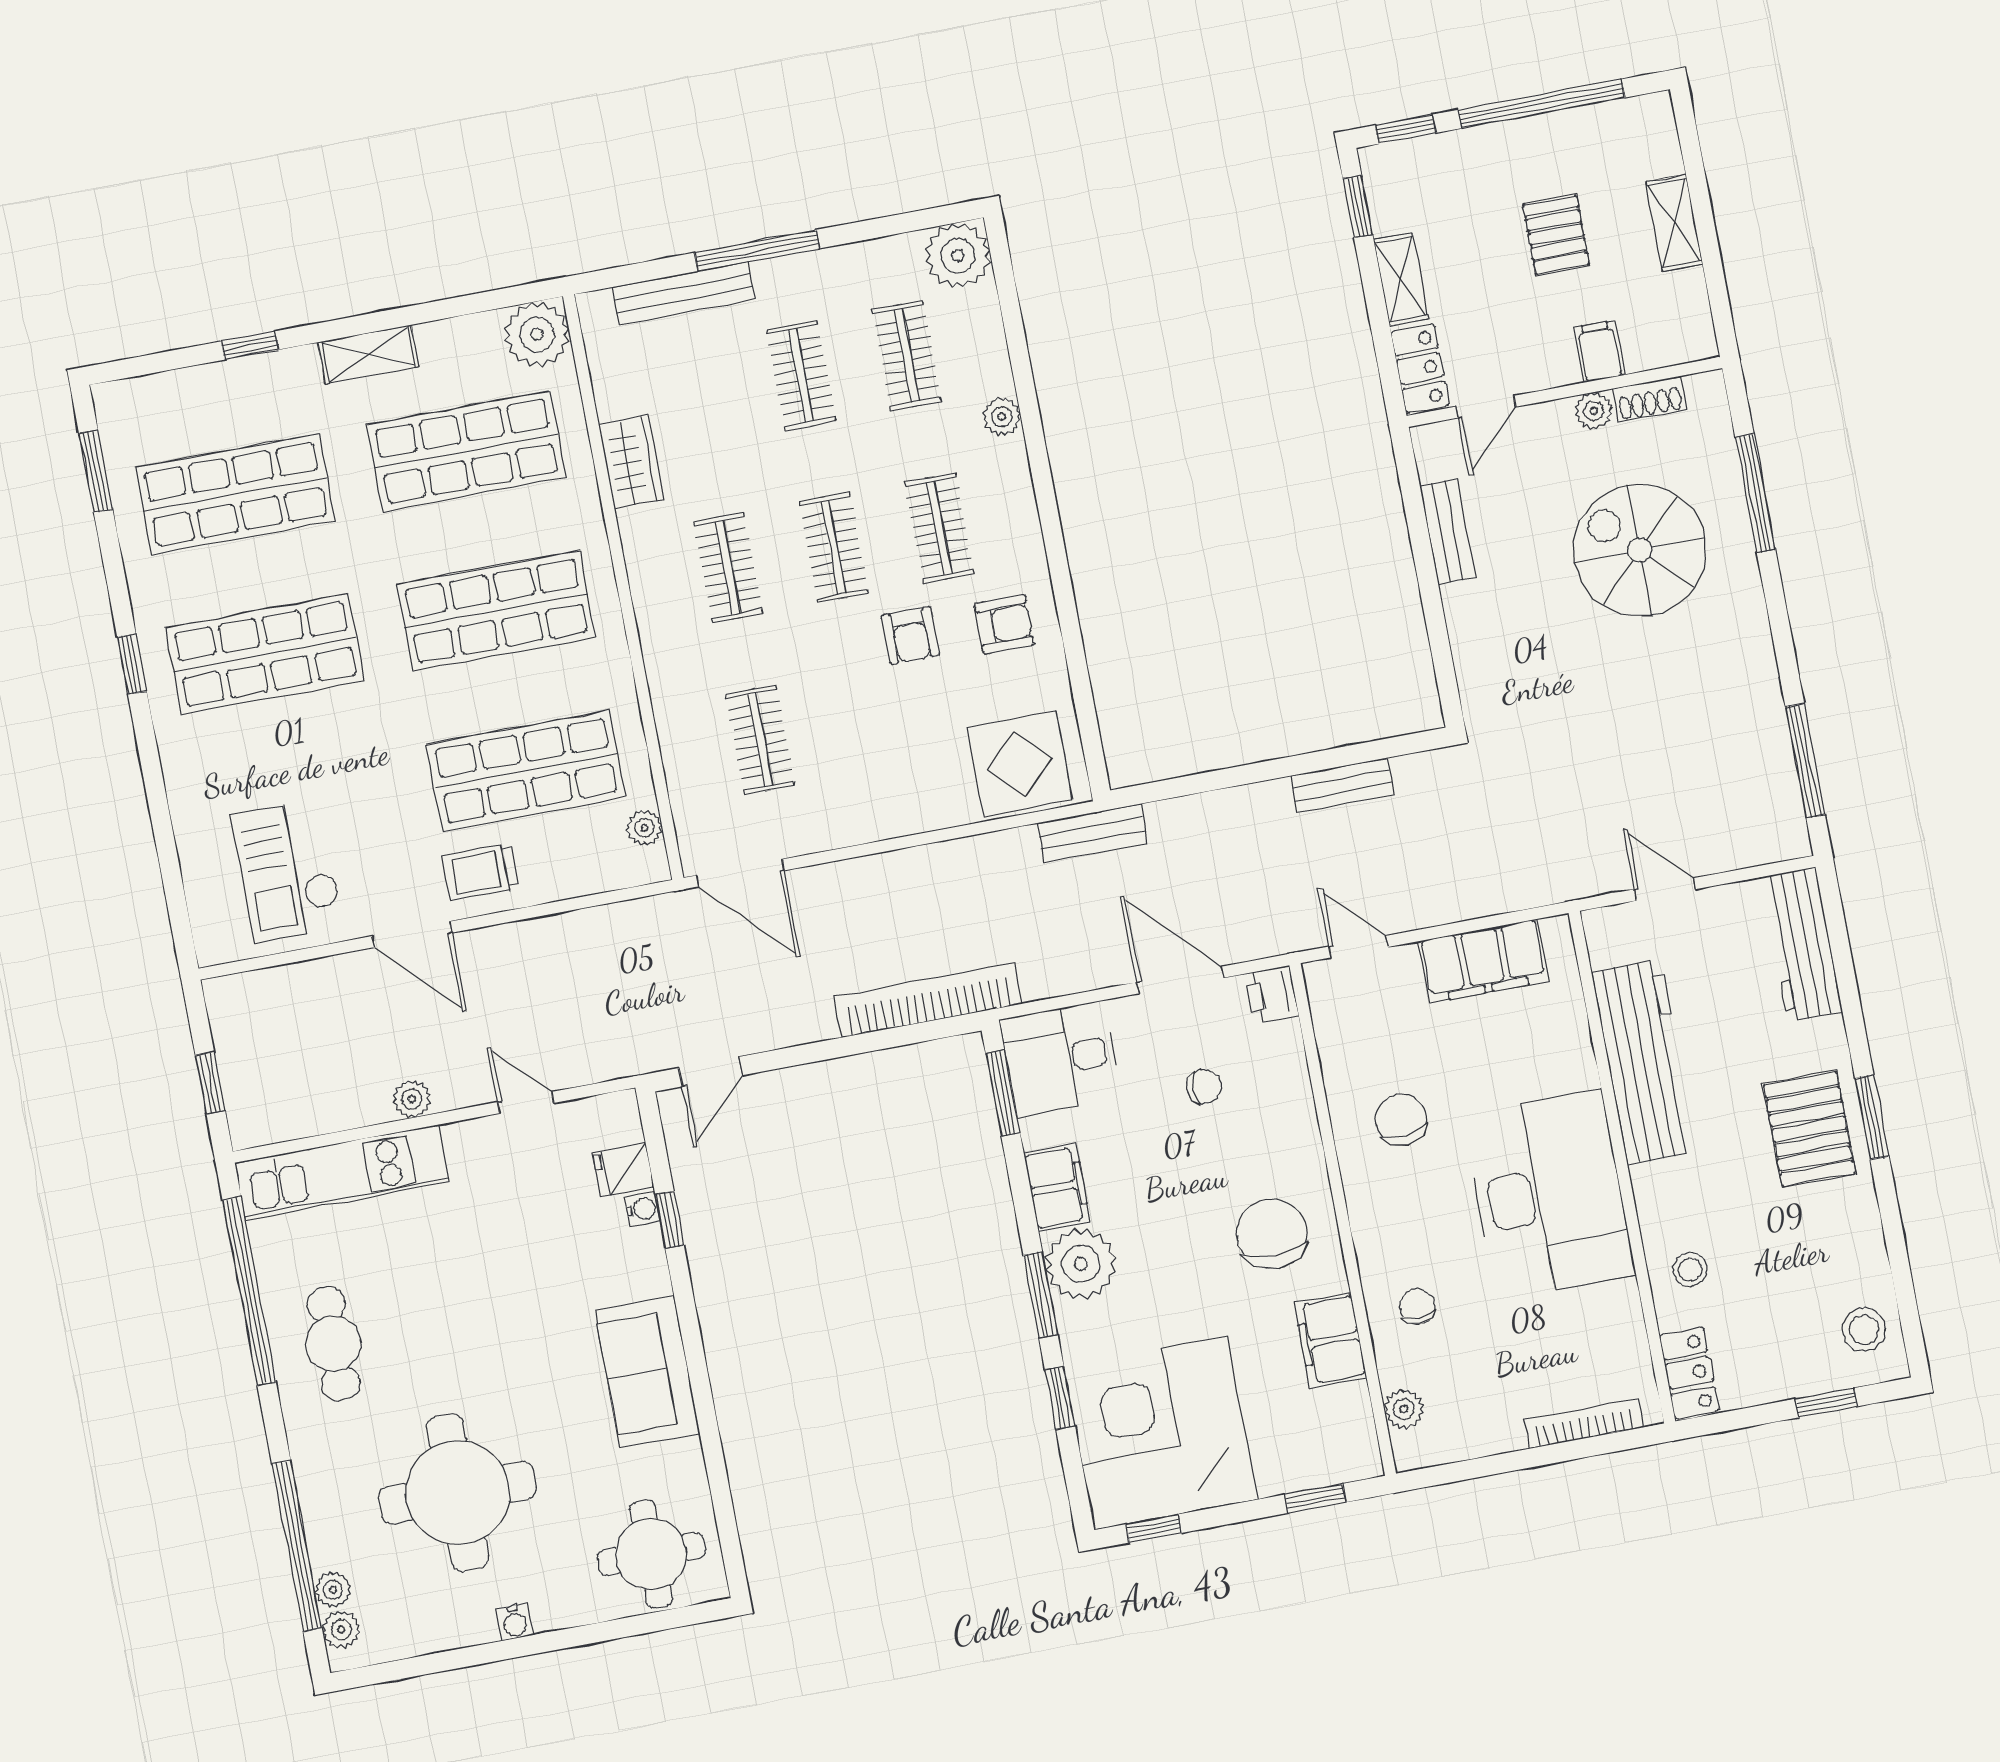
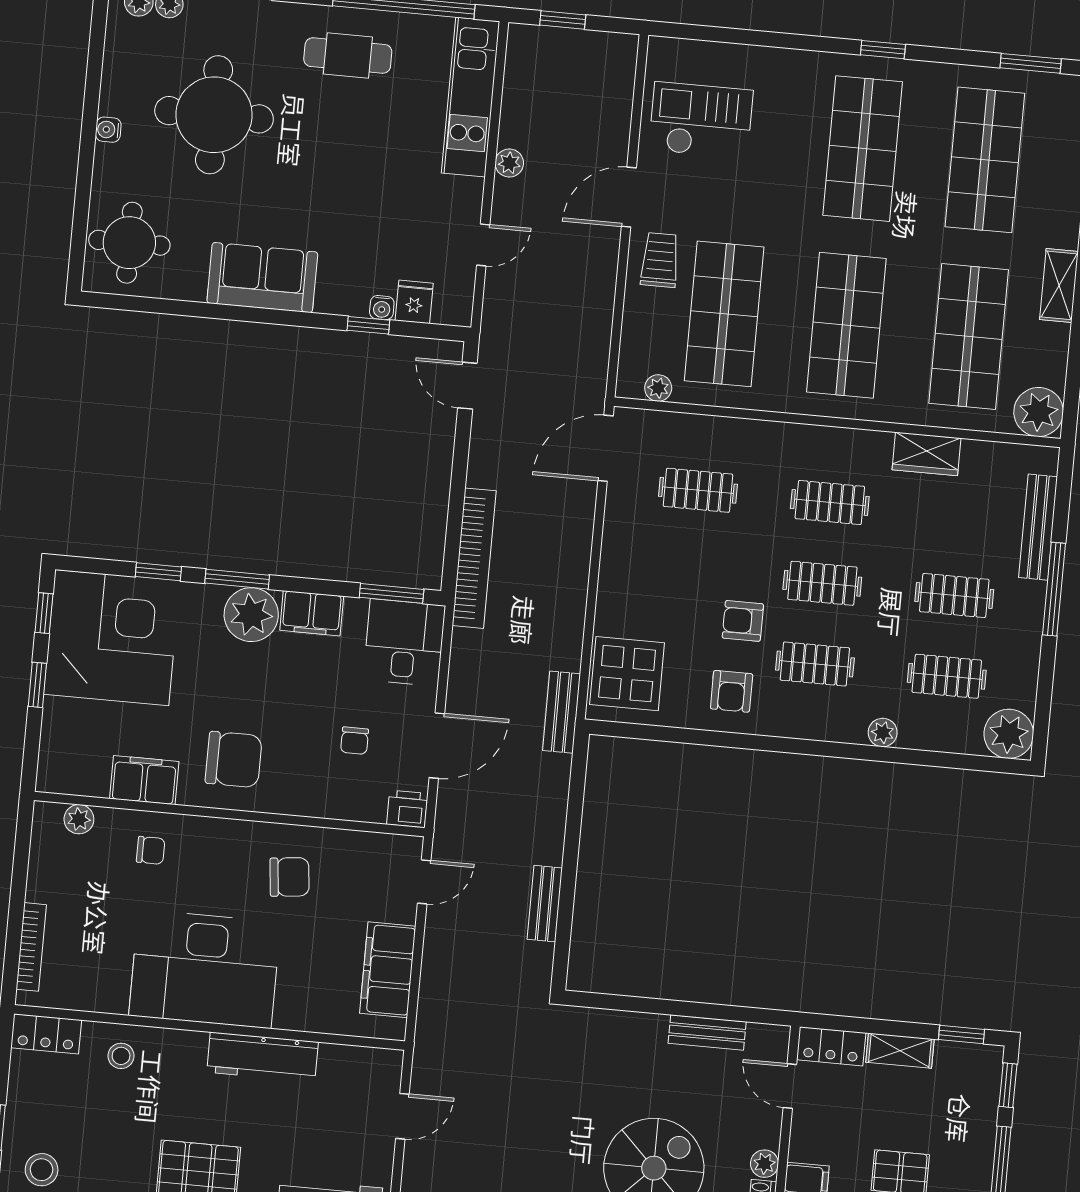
workbench: (1644, 1062) -> (262, 1057), width x0.73, depth x0.76
window: (1315, 1498) -> (37, 685), moved

